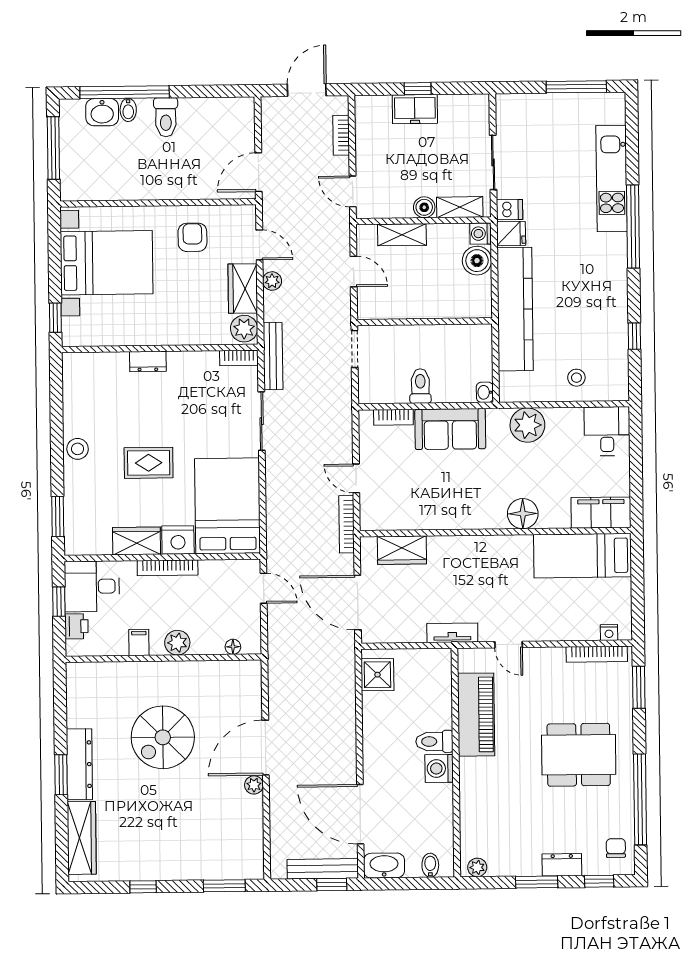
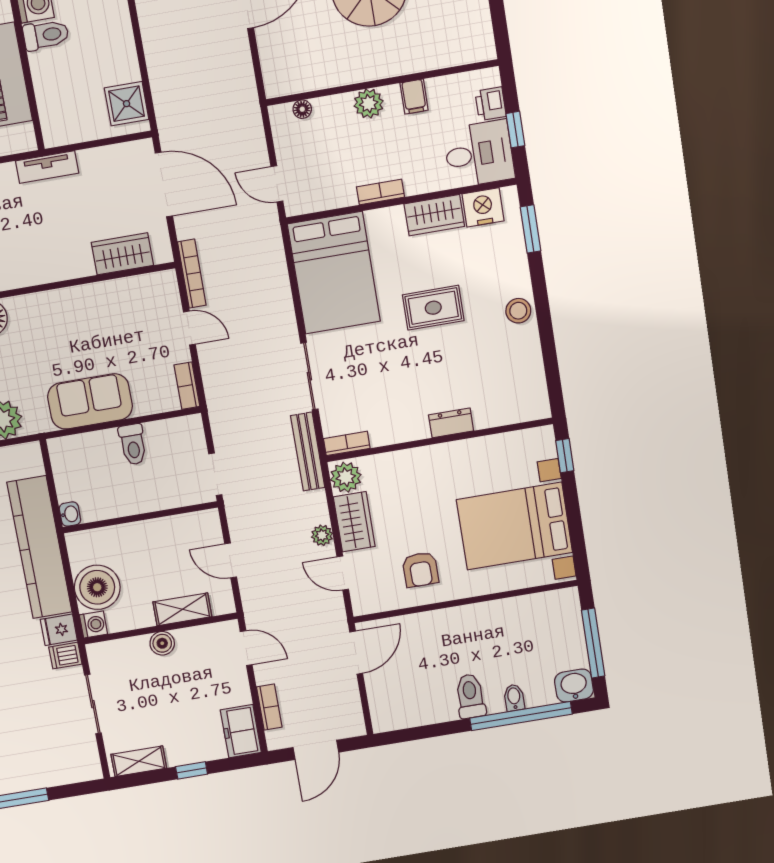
freezer: (415, 109) -> (241, 731), moved, turned -90
washbasin: (102, 112) -> (574, 686), moved
shelving: (460, 207) -> (139, 761), moved
boiler: (477, 261) -> (97, 587), width x1.37, depth x1.37
washbasin: (485, 392) -> (70, 514), moved
bookcase: (393, 417) -> (187, 386), moved, turned -90
nightstand: (178, 540) -> (483, 207), moved
bookcase: (168, 568) -> (380, 192), width x0.64

